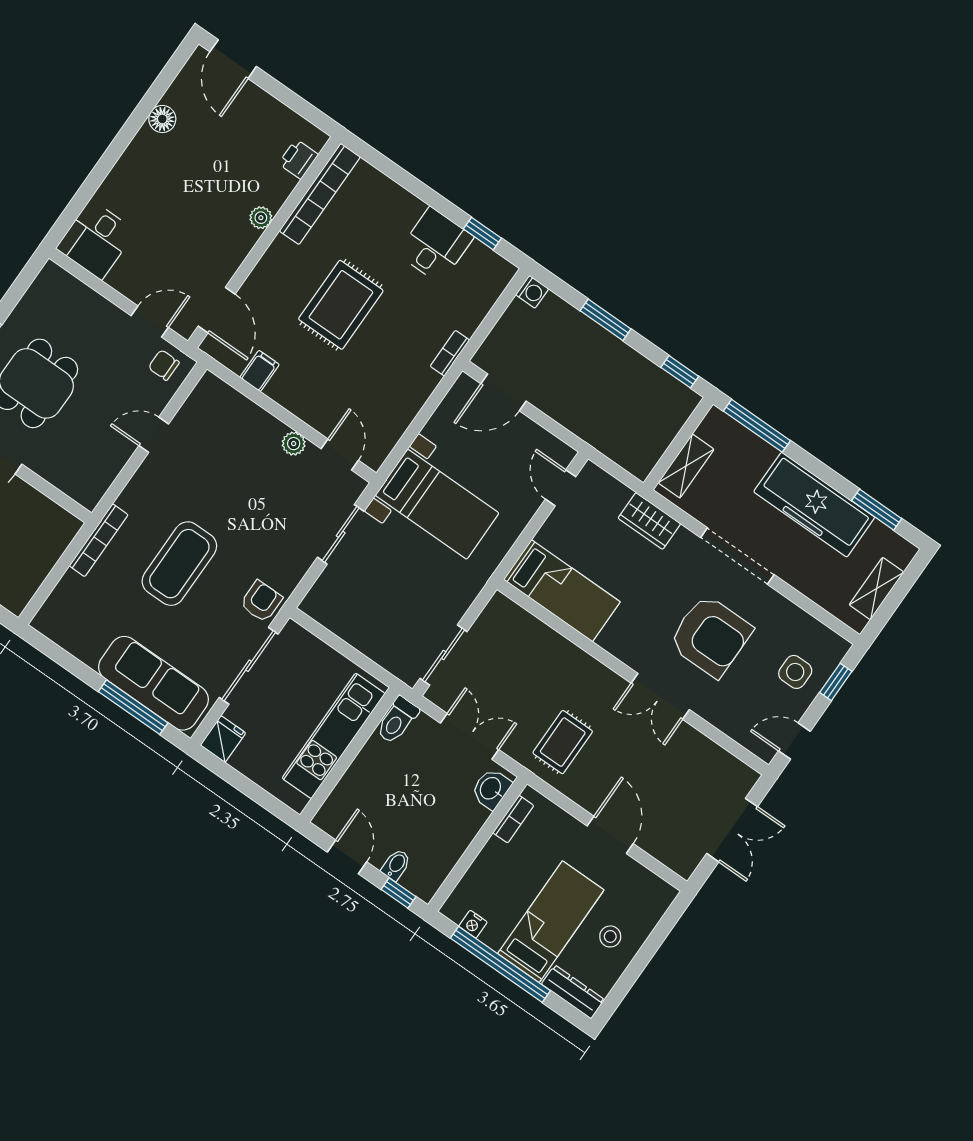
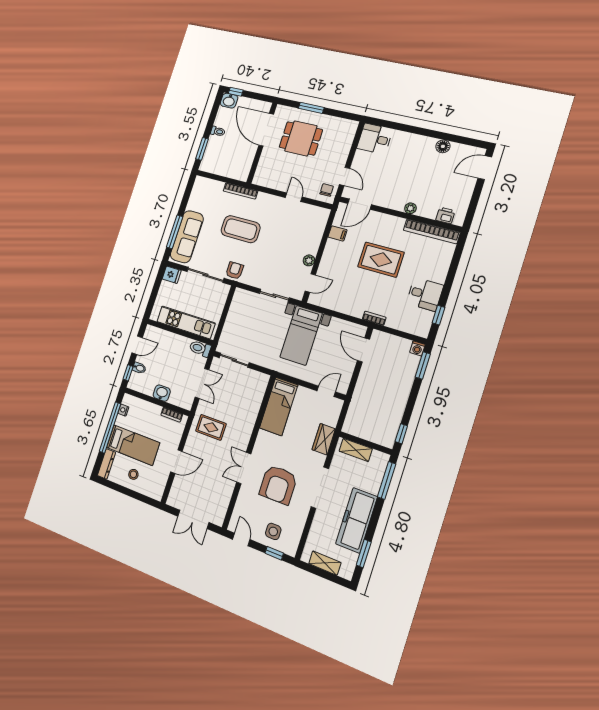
window: (606, 320) -> (423, 365), moved
armchair: (261, 601) -> (235, 271), turned -90
washbasin: (491, 789) -> (162, 393), moved

